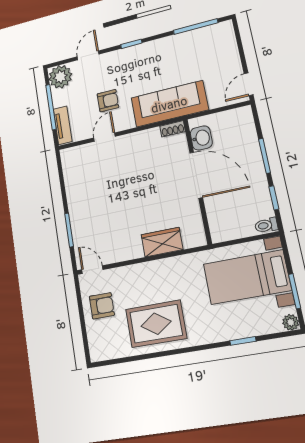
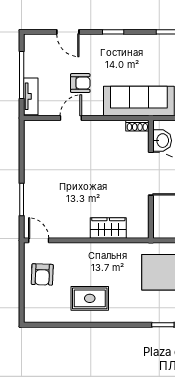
door: (88, 55) -> (68, 32), swing flipped
plant: (60, 77) -> (36, 46), removed
armchair: (102, 306) -> (42, 274), turned 92
rug: (156, 324) -> (90, 298), width x0.73, depth x0.70

